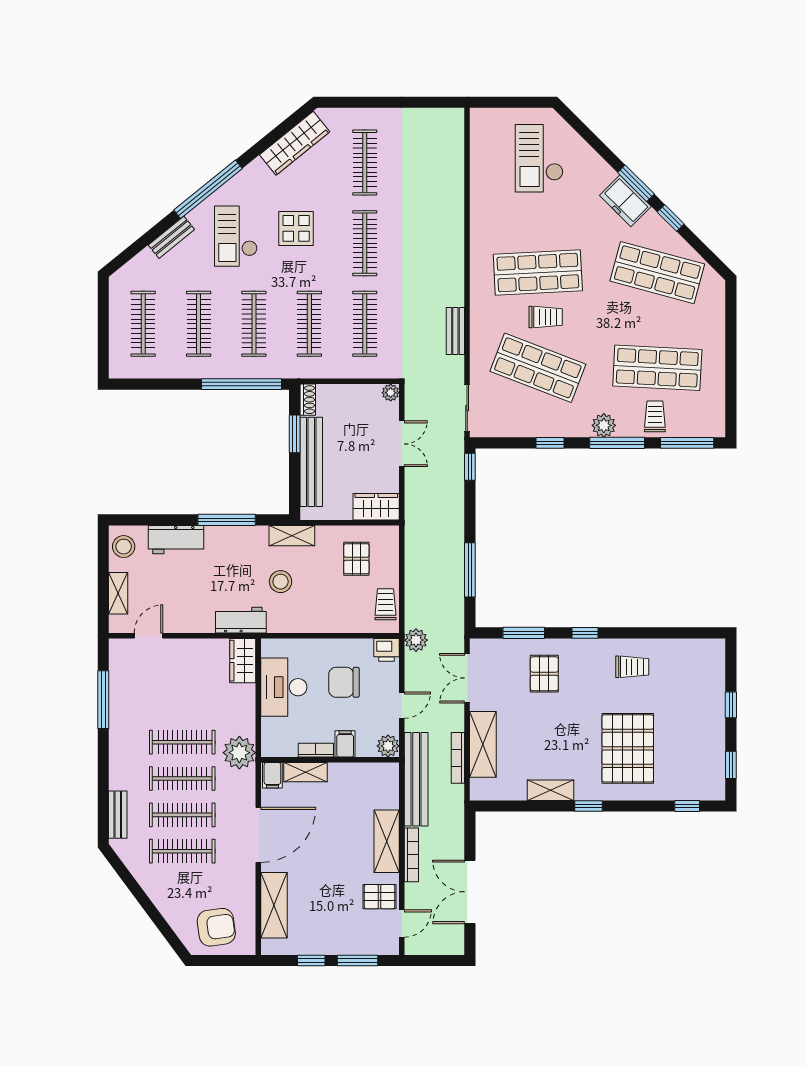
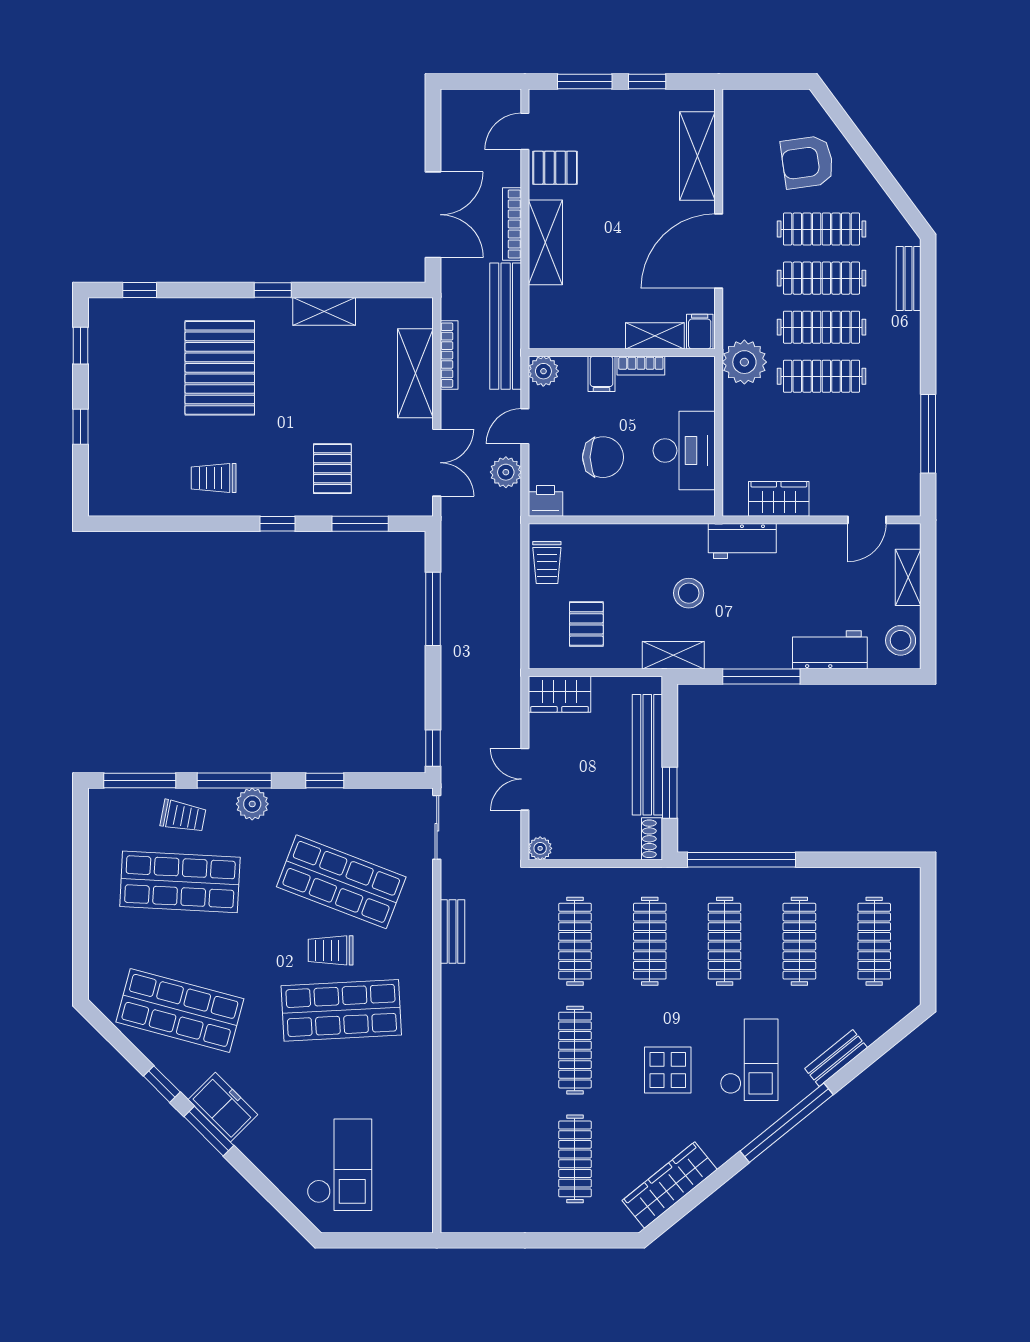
trolley: (655, 416) -> (183, 816), turned -79
plant: (416, 640) -> (506, 472), moved
wardrobe: (243, 661) -> (779, 499), moved, turned -90
double door: (470, 892) -> (433, 215), moved
armchair: (216, 927) -> (807, 162), moved

